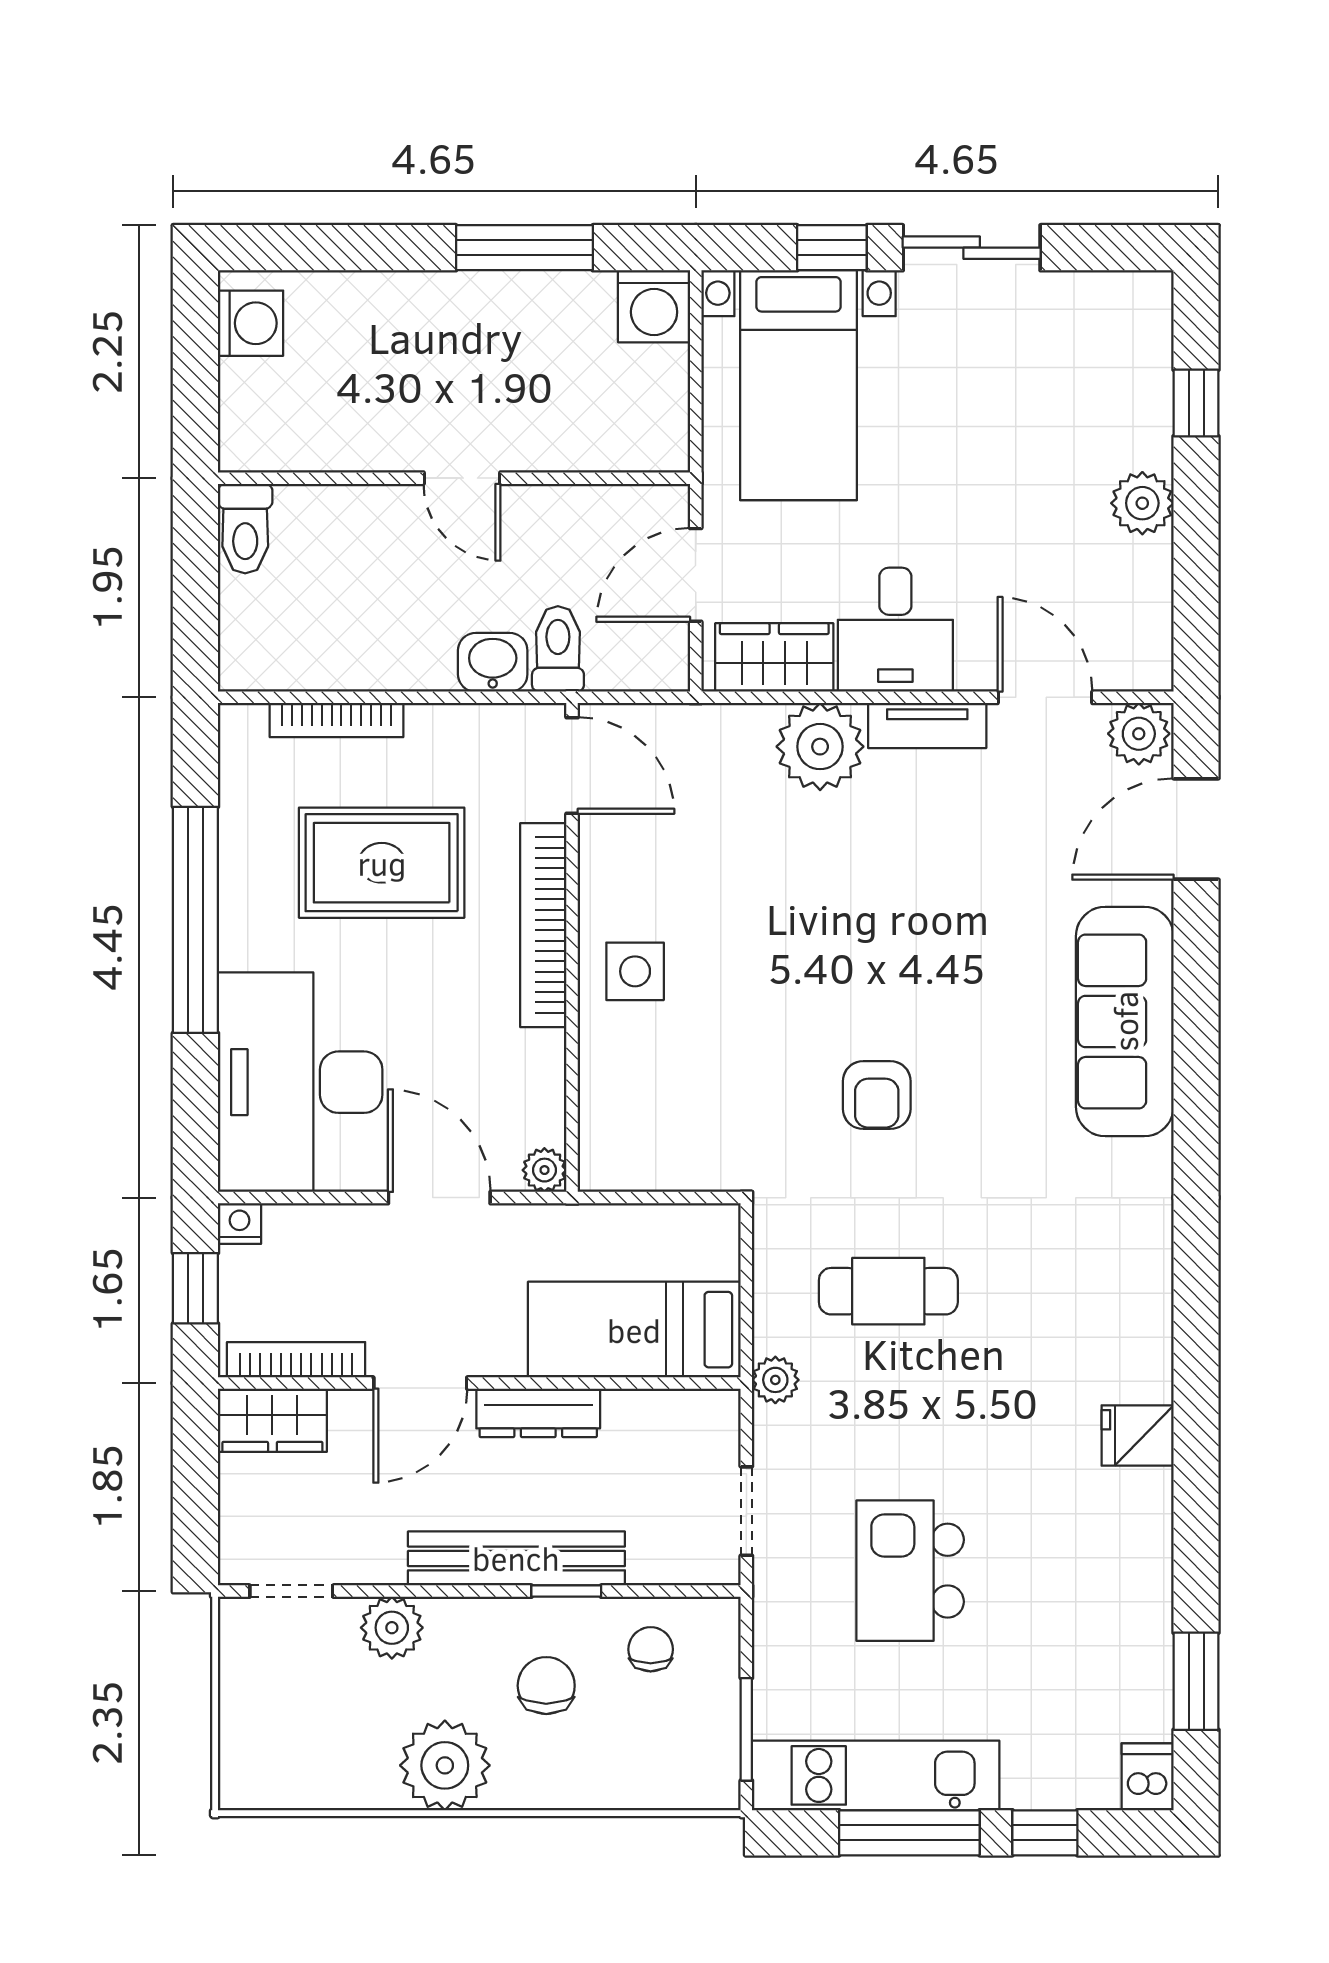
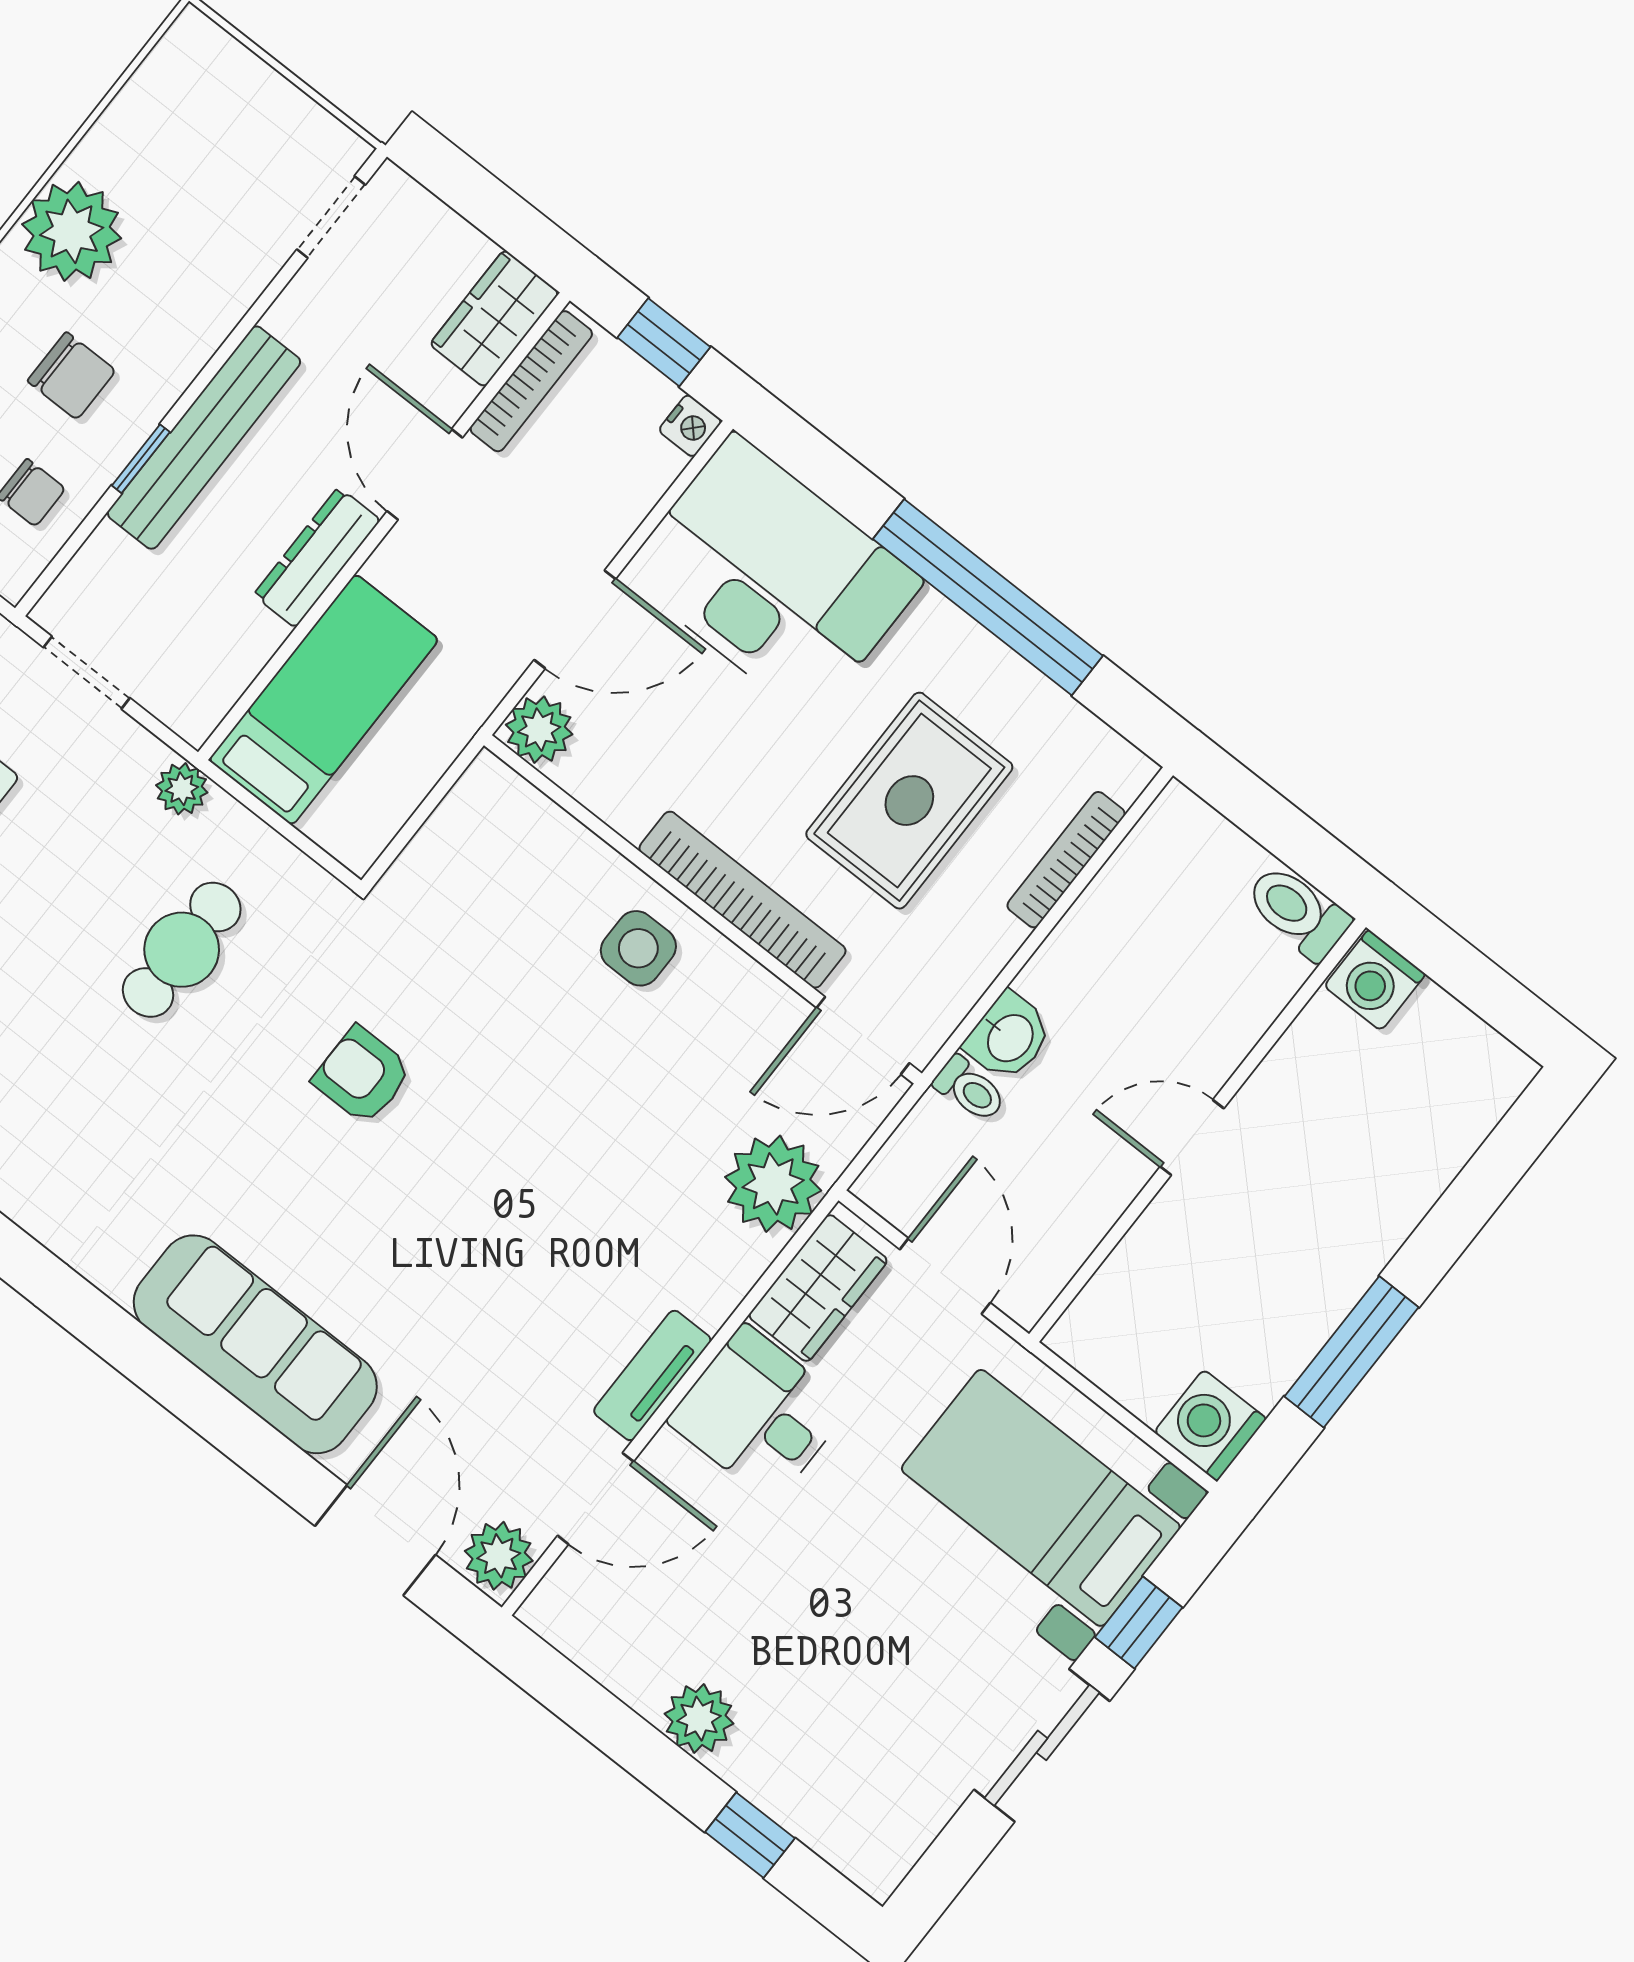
washing machine: (251, 323) -> (1375, 980), moved
toilet: (558, 649) -> (970, 1089), width x0.73, depth x0.72
plant: (820, 747) -> (773, 1184), moved
plant: (544, 1170) -> (539, 730), width x1.38, depth x1.38
plant: (392, 1628) -> (229, 280), removed

